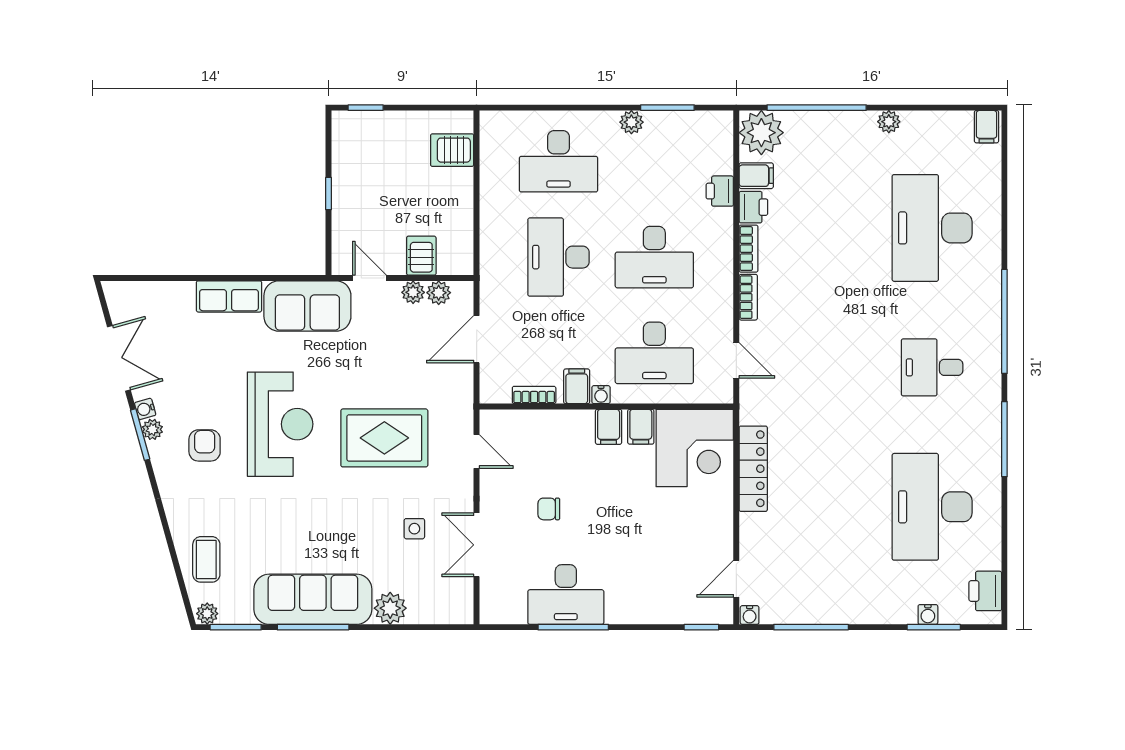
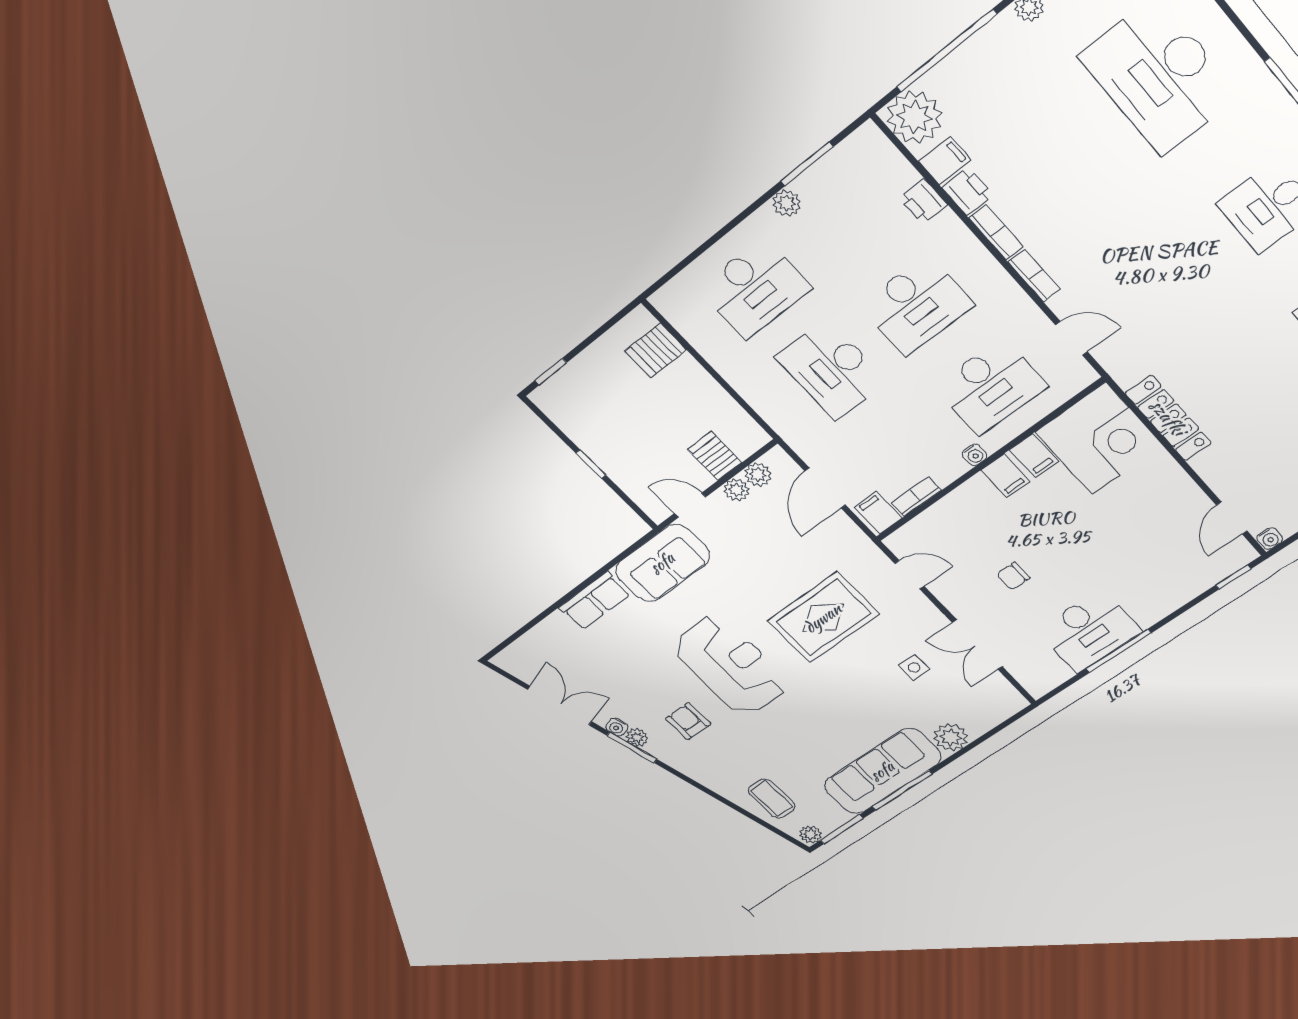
filing cabinet: (577, 386) -> (878, 512), moved

